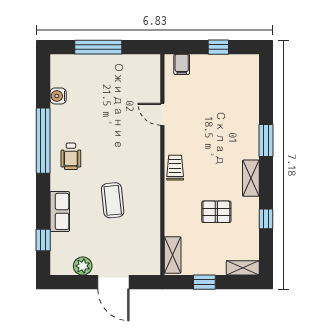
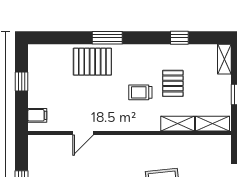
pallet: (240, 124) -> (92, 62), added
trolley: (175, 168) -> (140, 92), moved
shelving: (251, 178) -> (178, 124), moved

